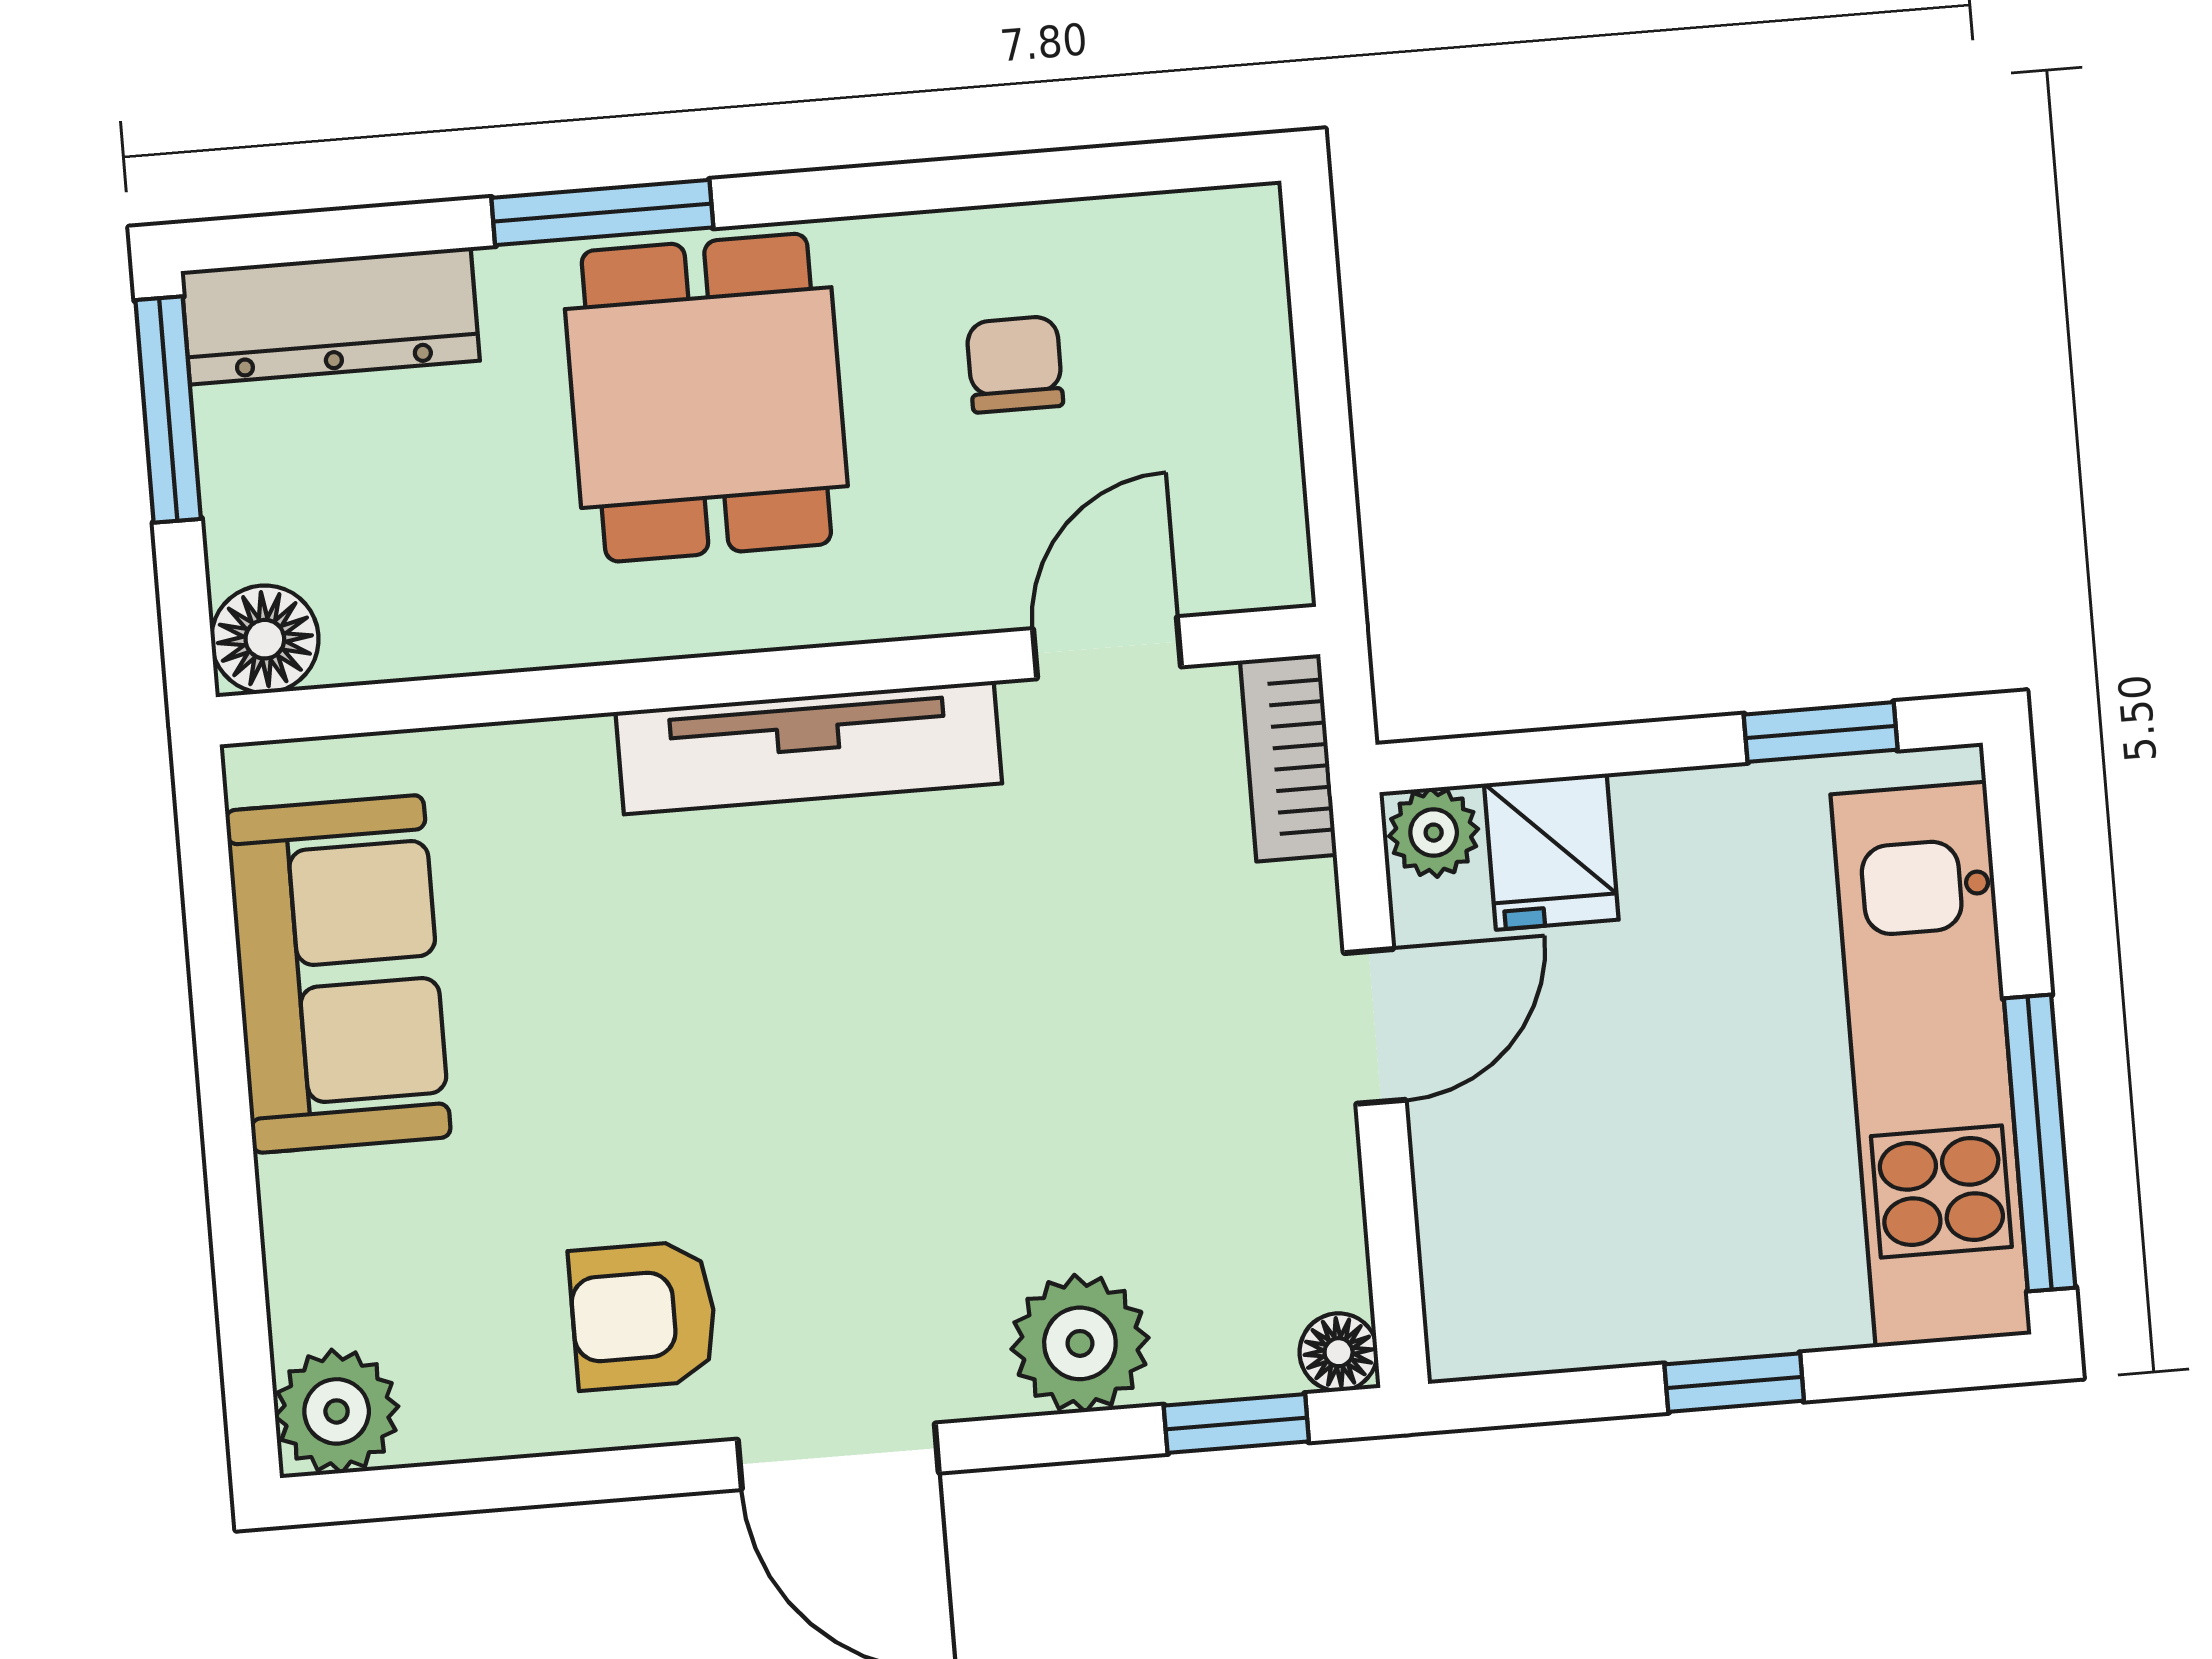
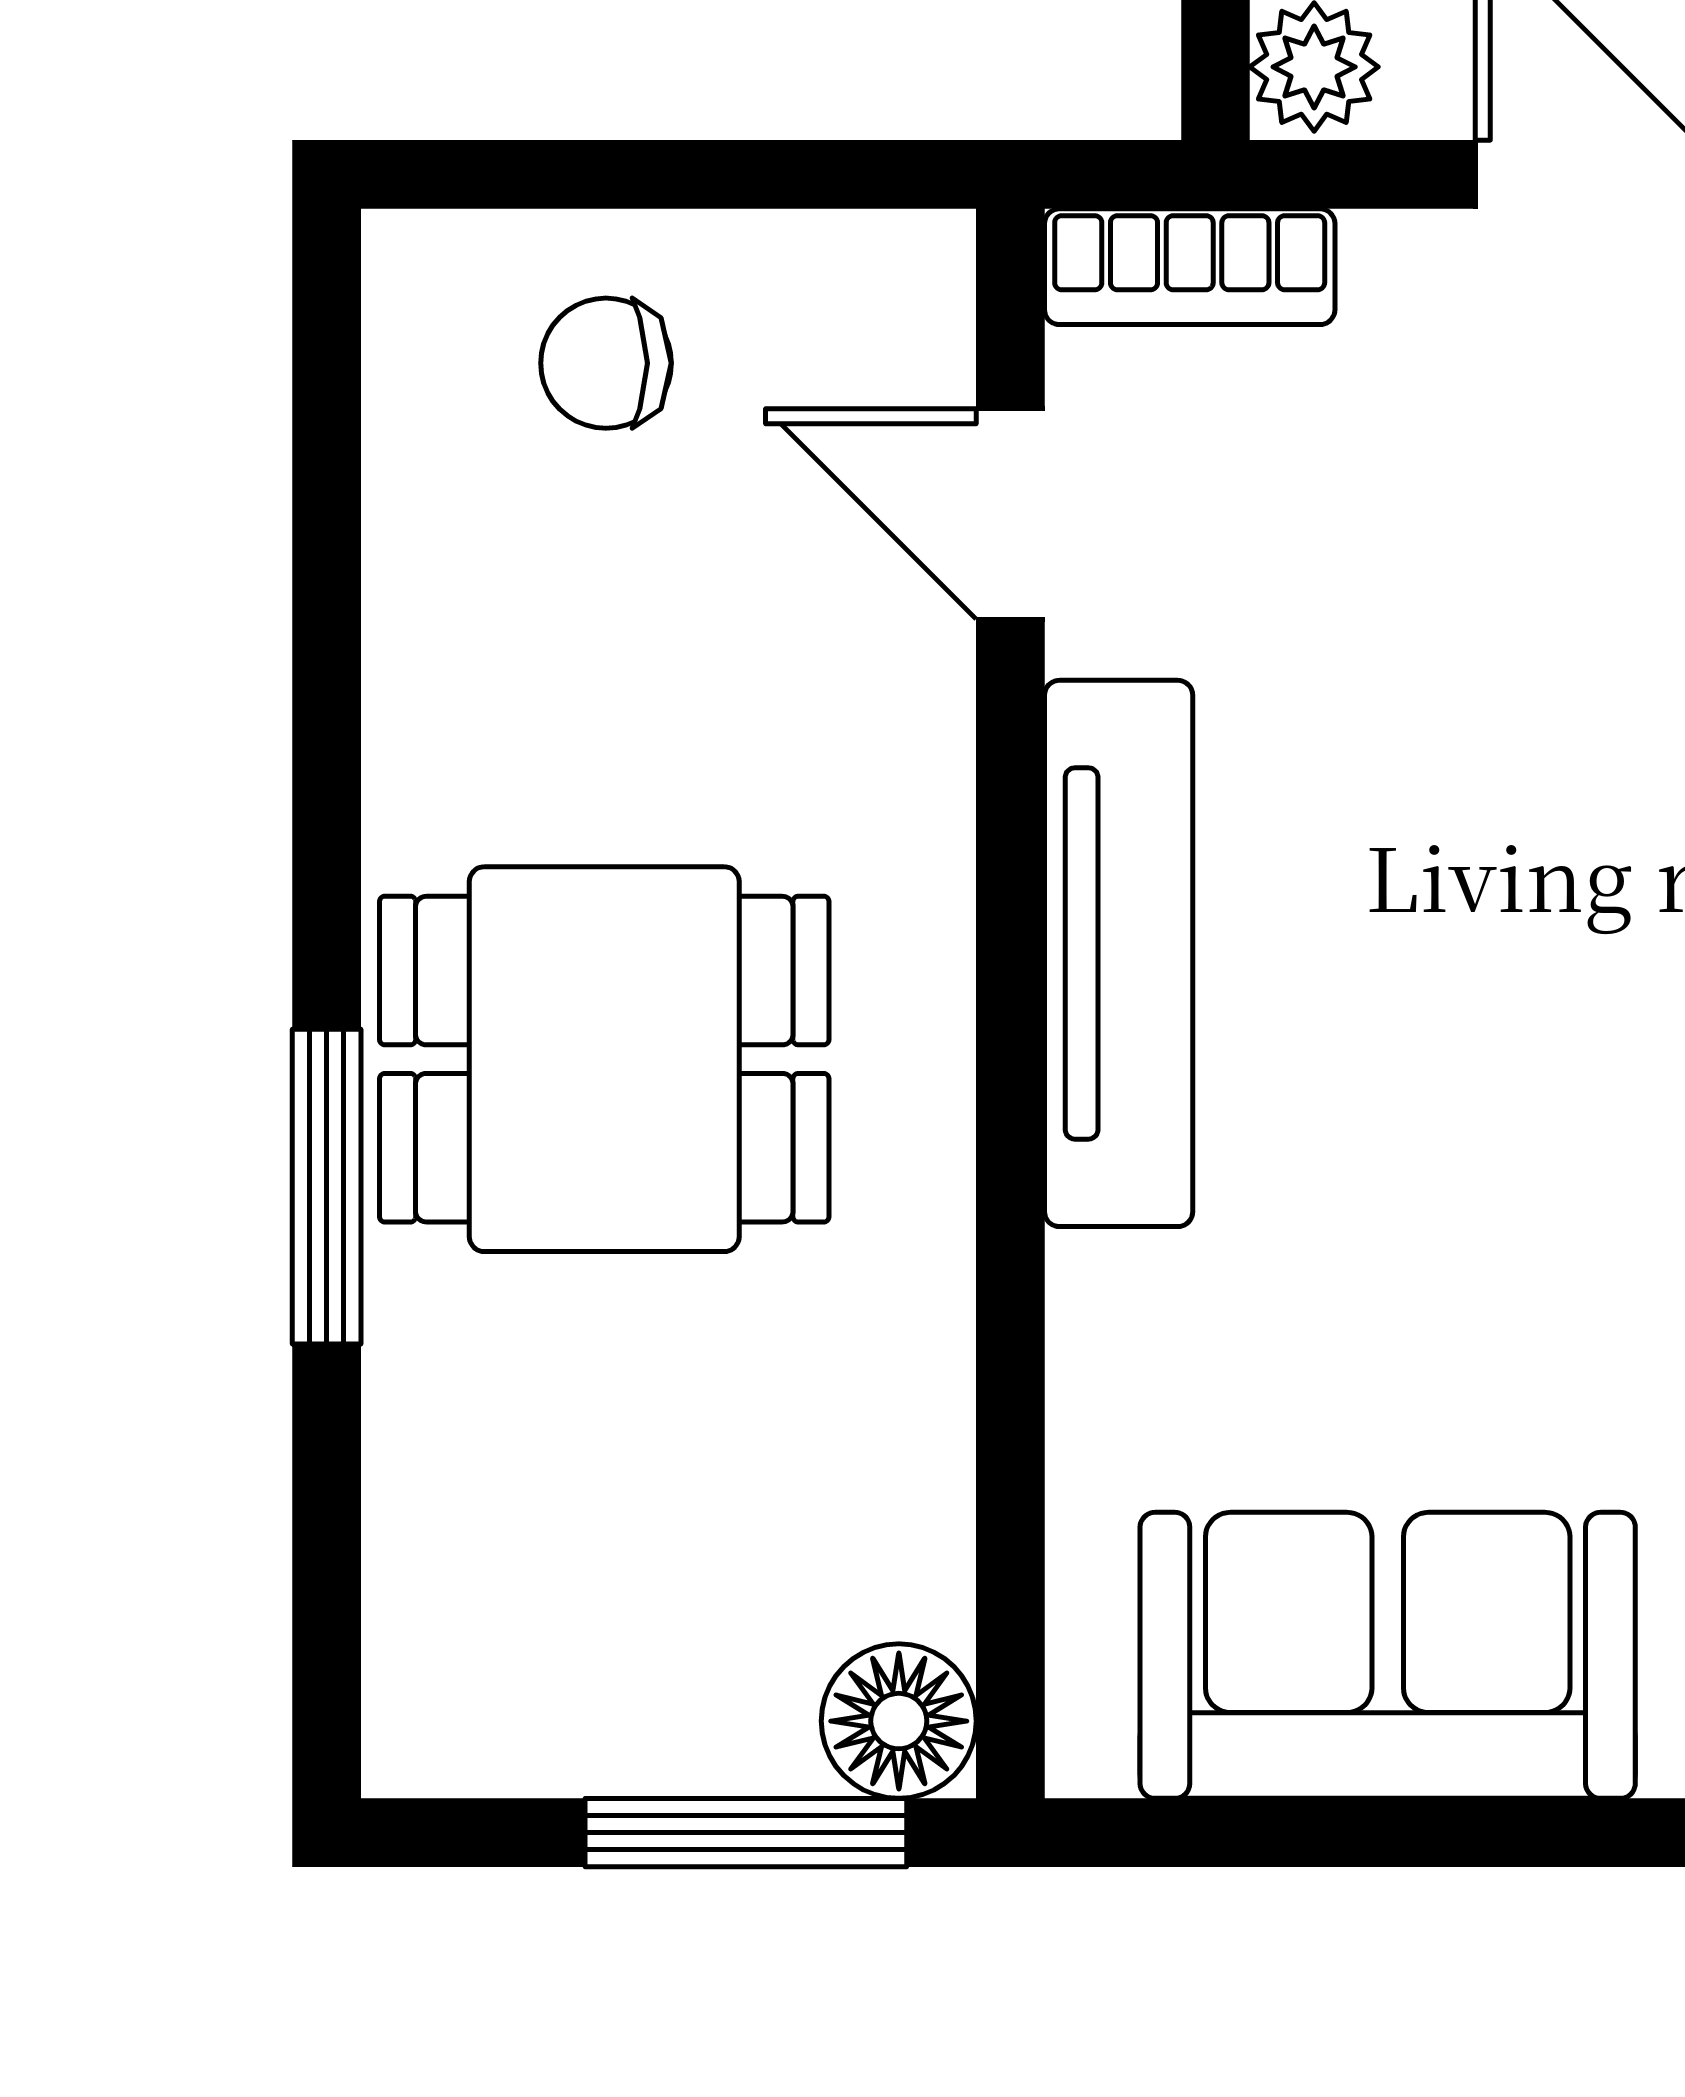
dresser: (330, 316) -> (443, 1589), removed
chair: (1015, 364) -> (606, 363), moved
window: (168, 409) -> (746, 1833), moved

